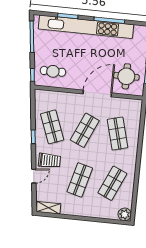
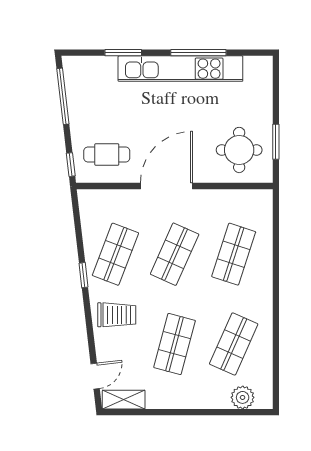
kitchen unit: (86, 27) -> (180, 69), width x0.73
door: (97, 93) -> (166, 186), moved
shop shelf: (52, 127) -> (115, 254), turned 42
shop shelf: (117, 134) -> (234, 254), turned 33
door: (34, 176) -> (95, 376), moved
plant: (125, 214) -> (243, 397), moved

